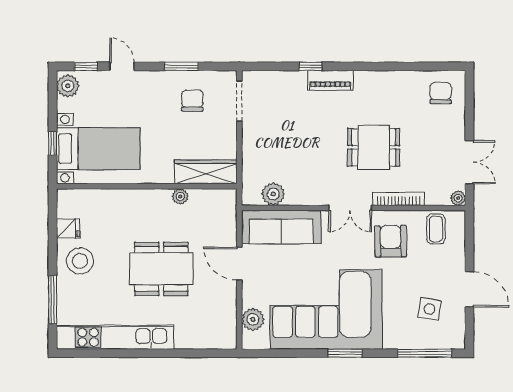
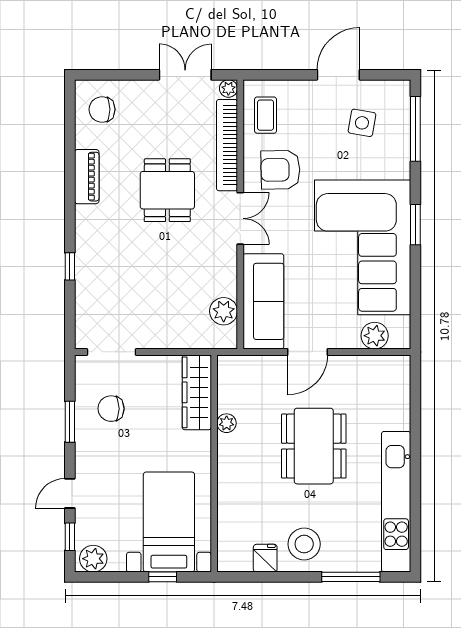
piano: (330, 80) -> (87, 177), moved
bookcase: (399, 199) -> (227, 145), width x1.48, depth x1.31
coffee table: (436, 229) -> (266, 115), turned 90

